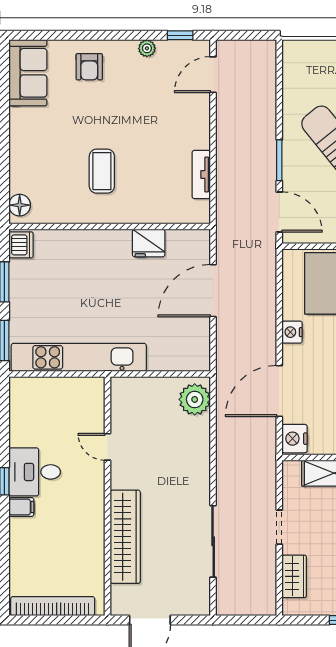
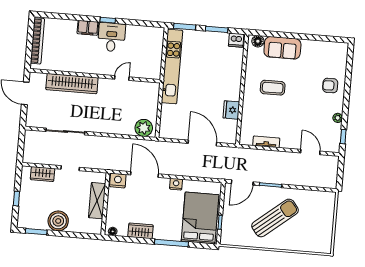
sofa: (28, 73) -> (282, 48), moved
door: (213, 75) -> (310, 152), moved
filing cabinet: (21, 507) -> (88, 28), width x2.00

